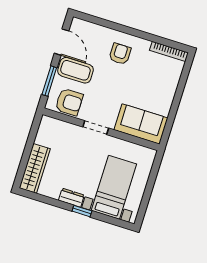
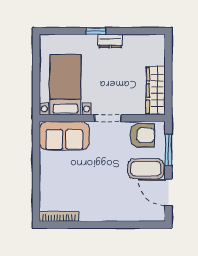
armchair: (120, 54) -> (107, 199), removed
armchair: (69, 102) -> (142, 135), turned 180
wardrobe: (35, 168) -> (156, 91), moved
bed with nightstands: (114, 187) -> (65, 85), moved, turned 180

